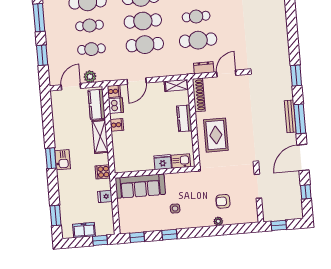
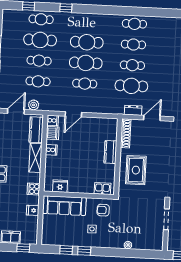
cafe table: (145, 45) -> (85, 84), width x0.73, depth x0.74
shelving: (176, 85) -> (107, 123), removed
fridge: (163, 162) -> (60, 186), moved
armchair: (223, 201) -> (103, 210), moved
window: (137, 237) -> (66, 250), moved

